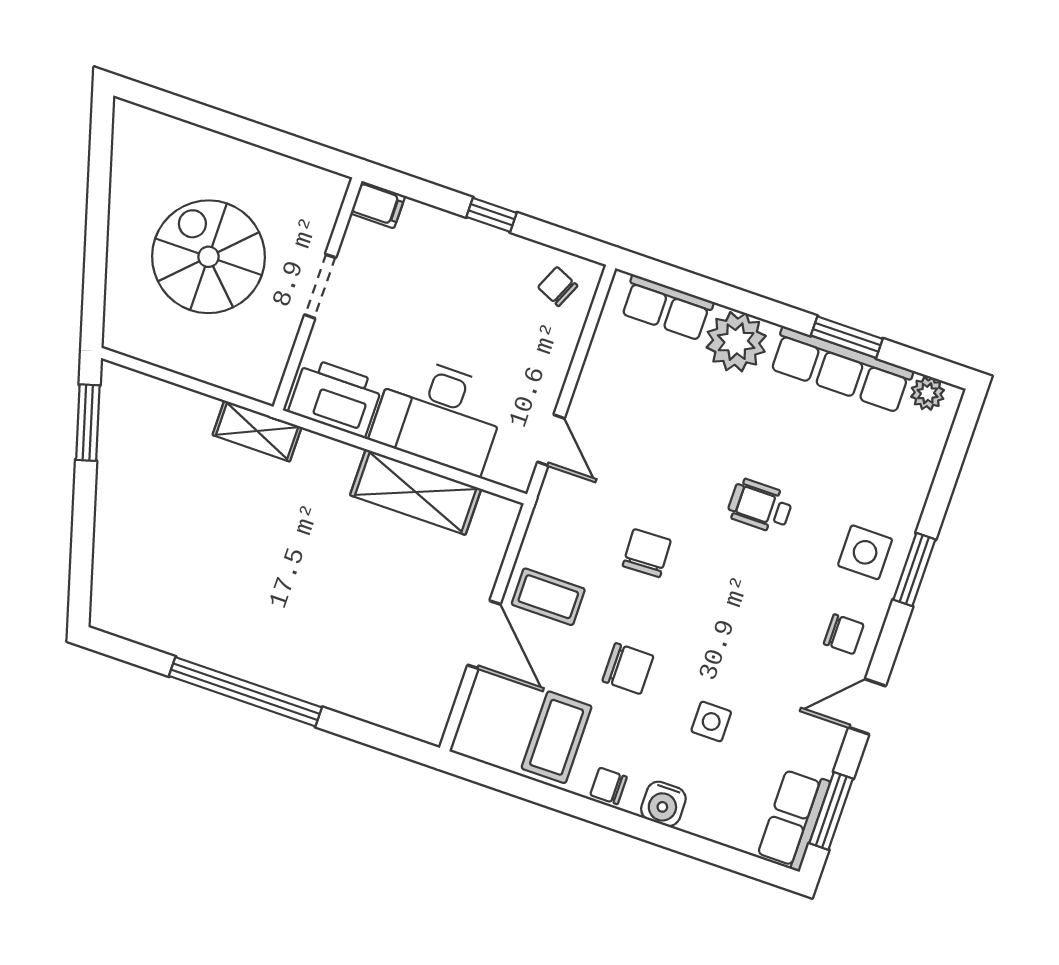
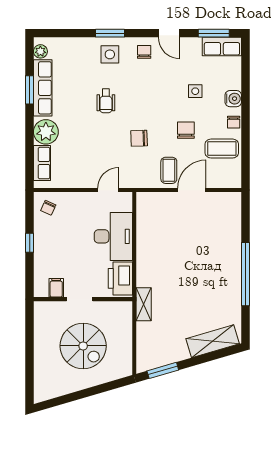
filing cabinet: (378, 205) -> (56, 288), moved
spiral stairs: (208, 257) -> (83, 346), turned -90
shelving: (416, 492) -> (213, 341), moved, turned 74

